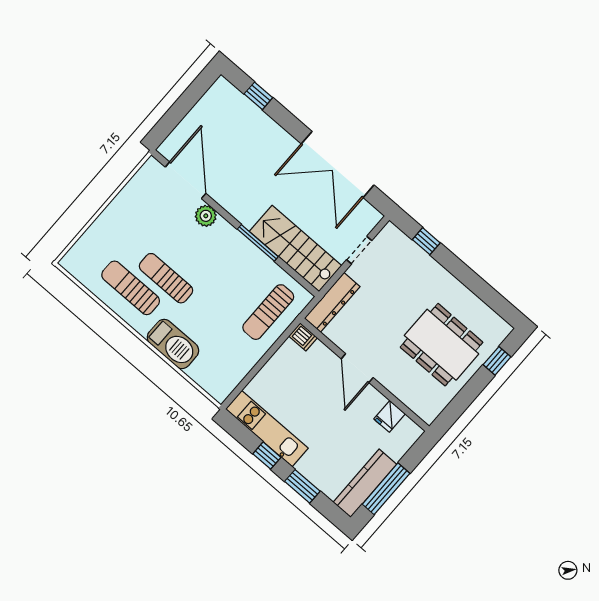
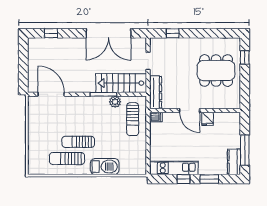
plant: (206, 216) -> (115, 102), moved
fridge: (390, 416) -> (208, 119), moved
kitchen counter: (365, 483) -> (234, 162), width x0.67

